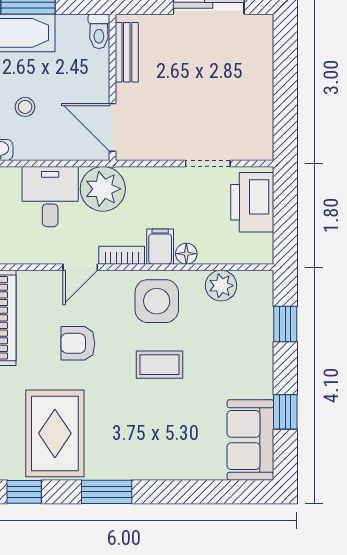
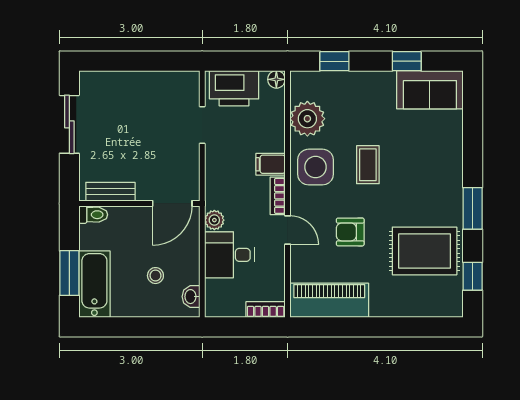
plant: (103, 189) -> (214, 220), width x0.53, depth x0.53
floor lamp: (186, 254) -> (276, 79), moved
plant: (221, 286) -> (307, 119), width x1.36, depth x1.36
armchair: (78, 343) -> (350, 232), turned 90

